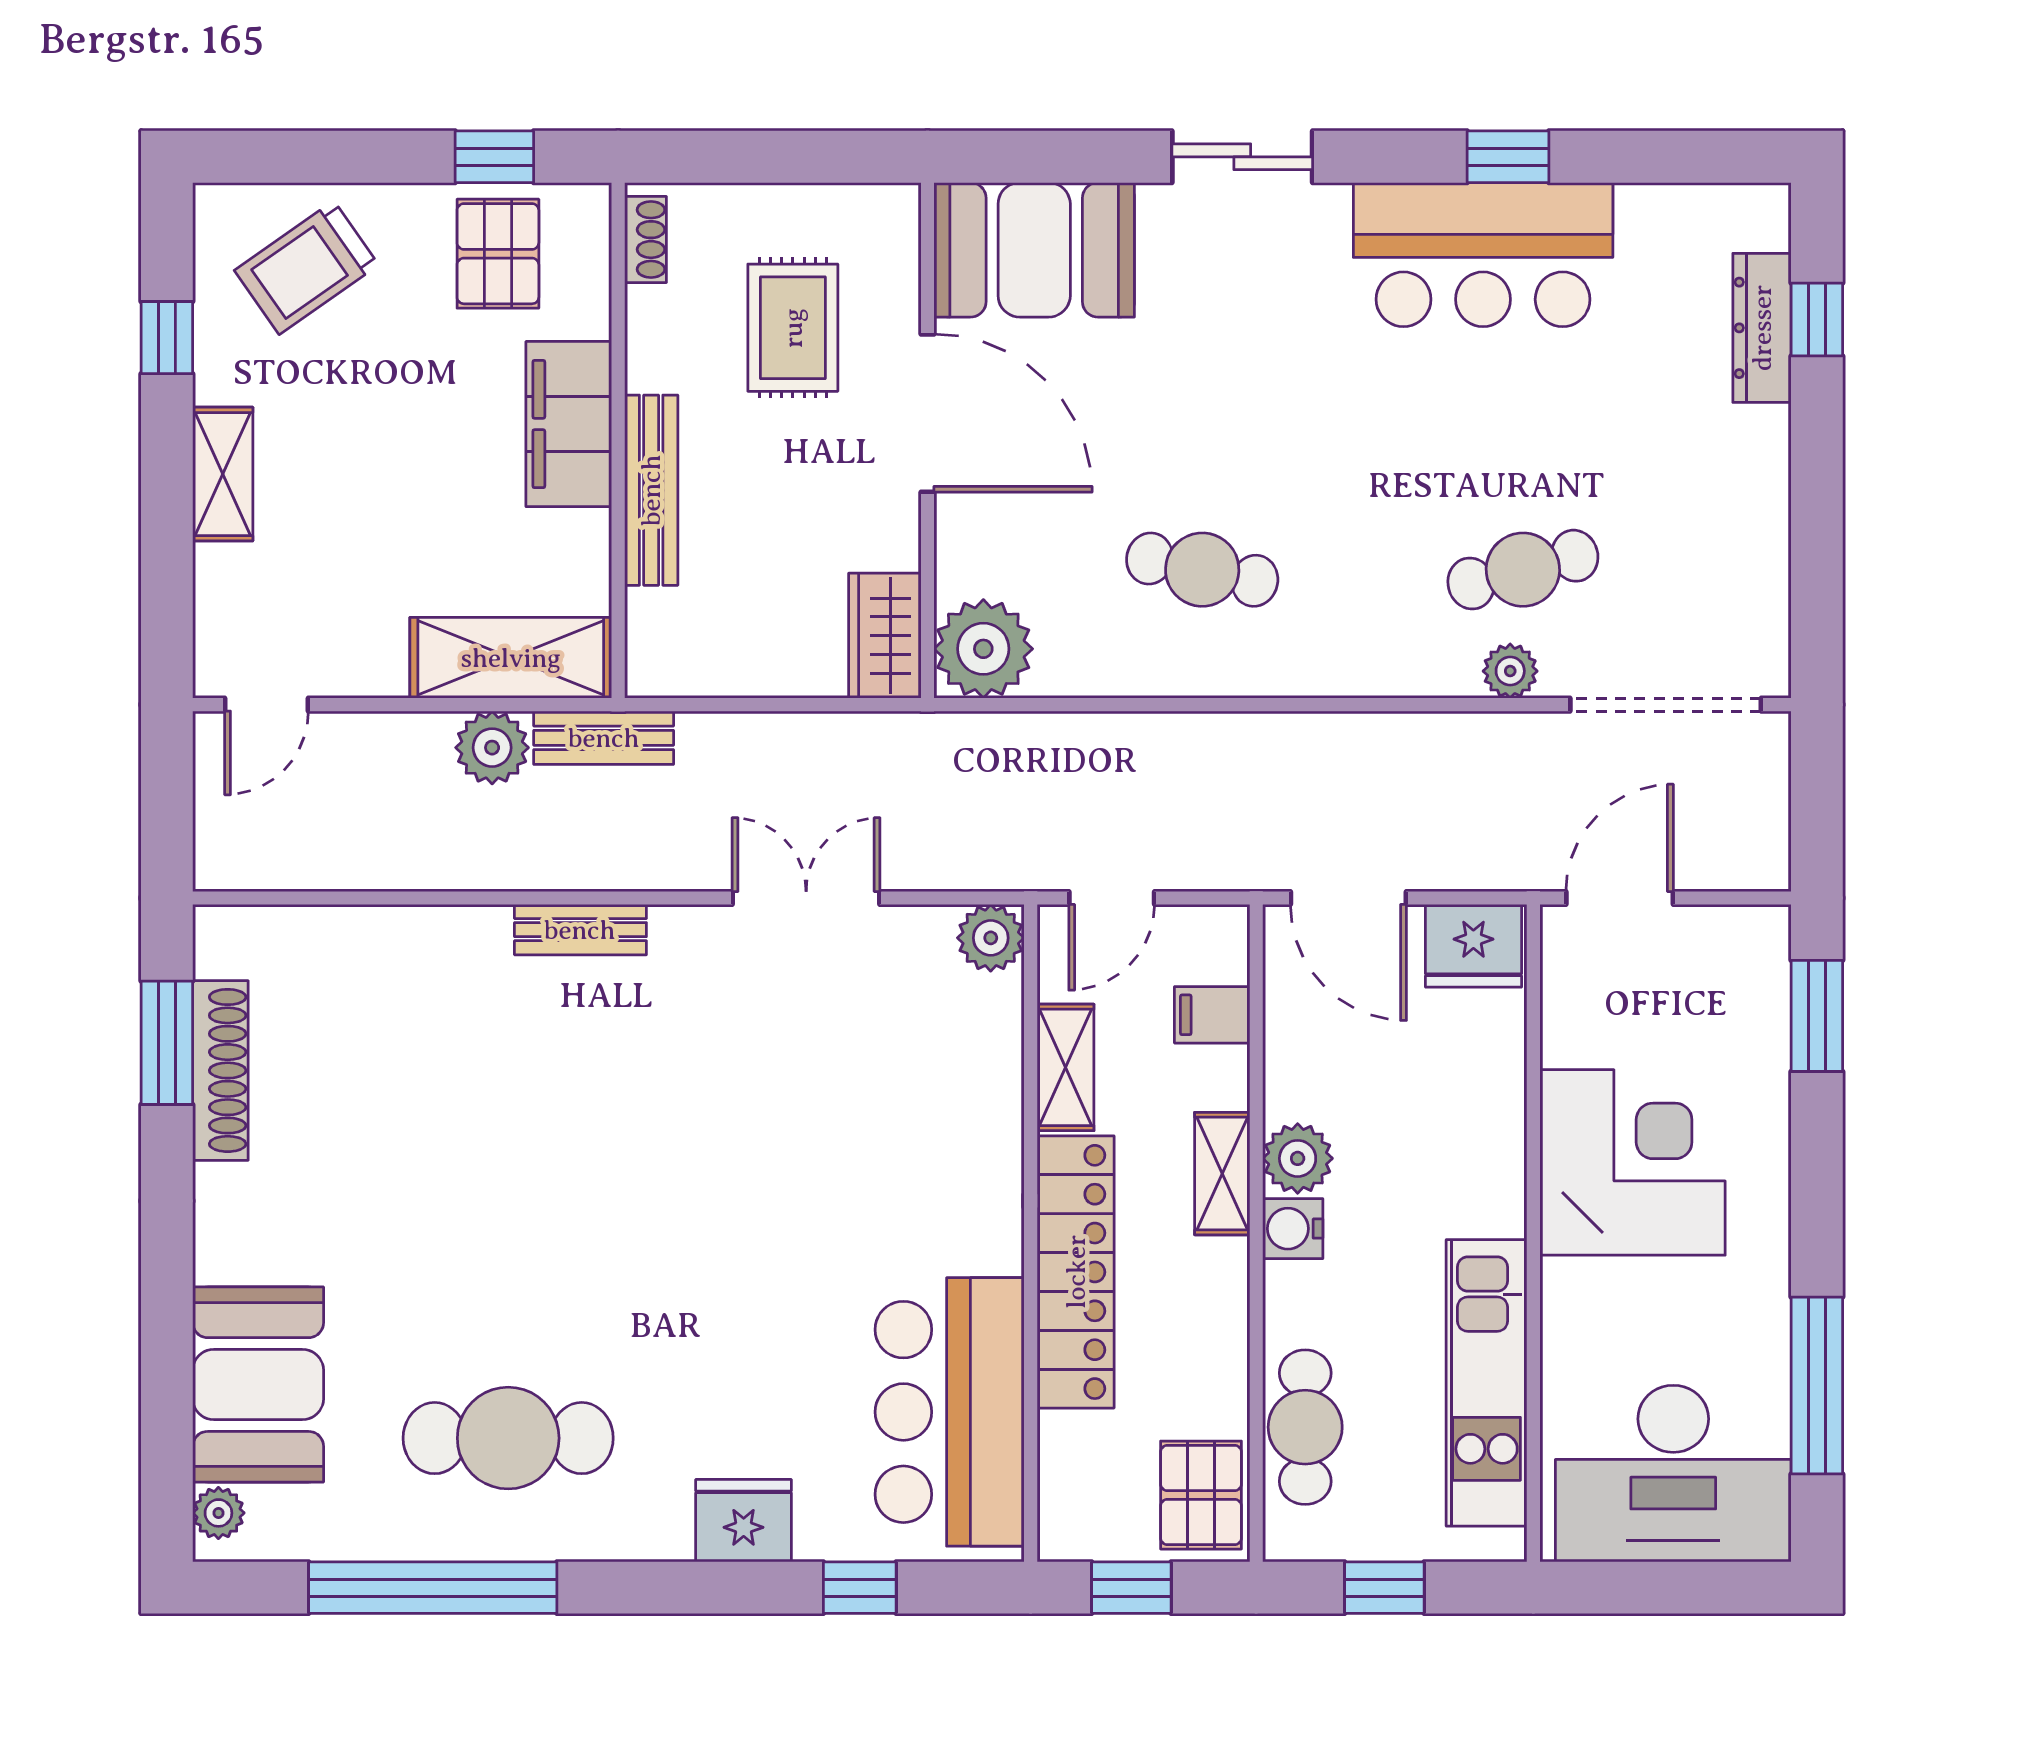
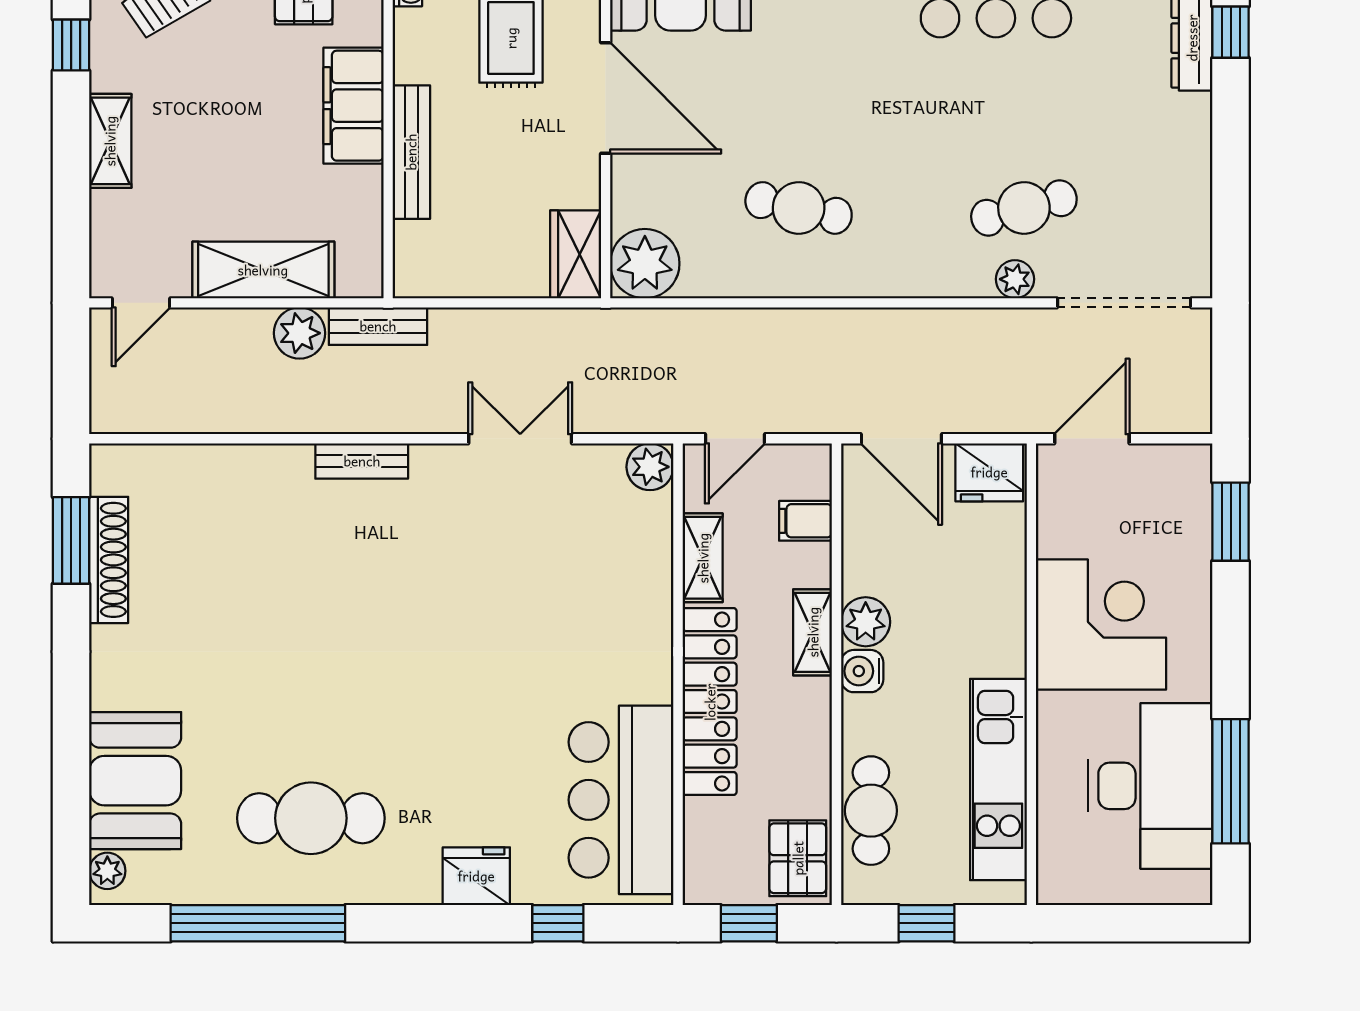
shelving: (511, 658) -> (263, 270), moved
desk: (1673, 1474) -> (1150, 786), moved, turned -90

